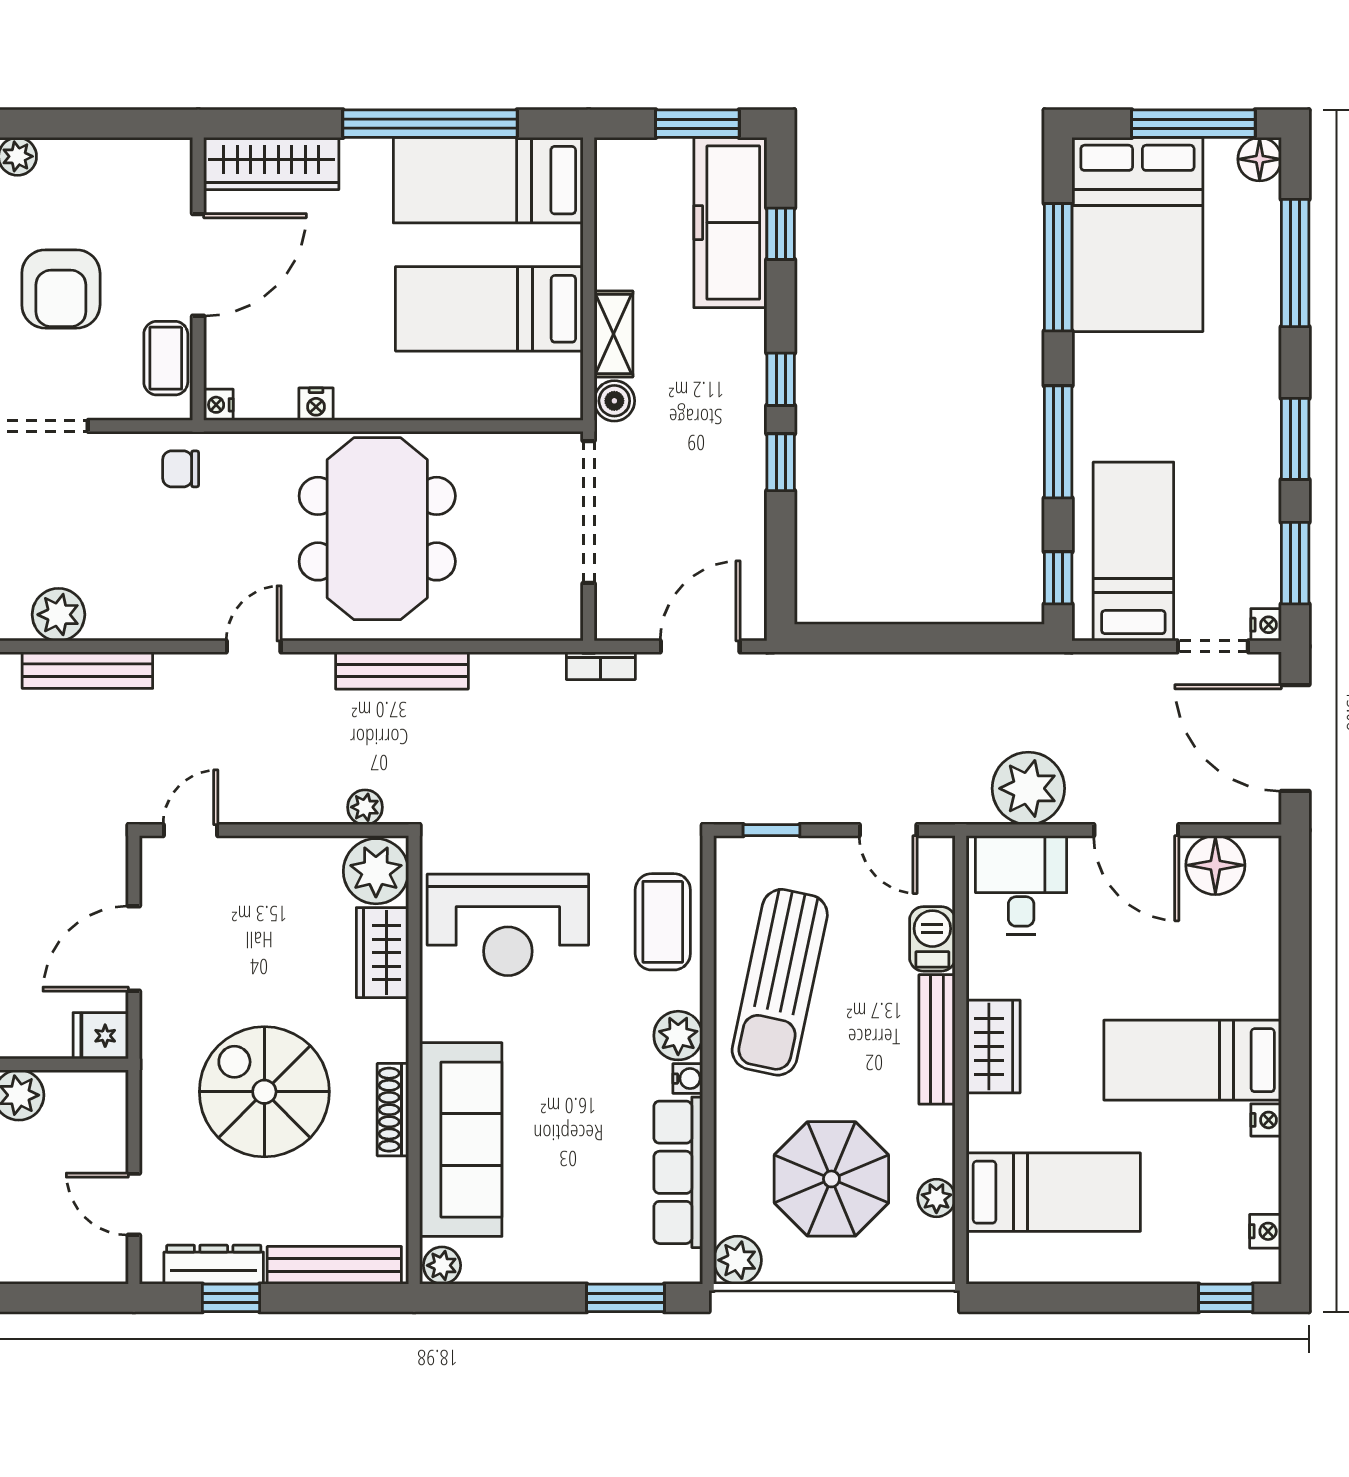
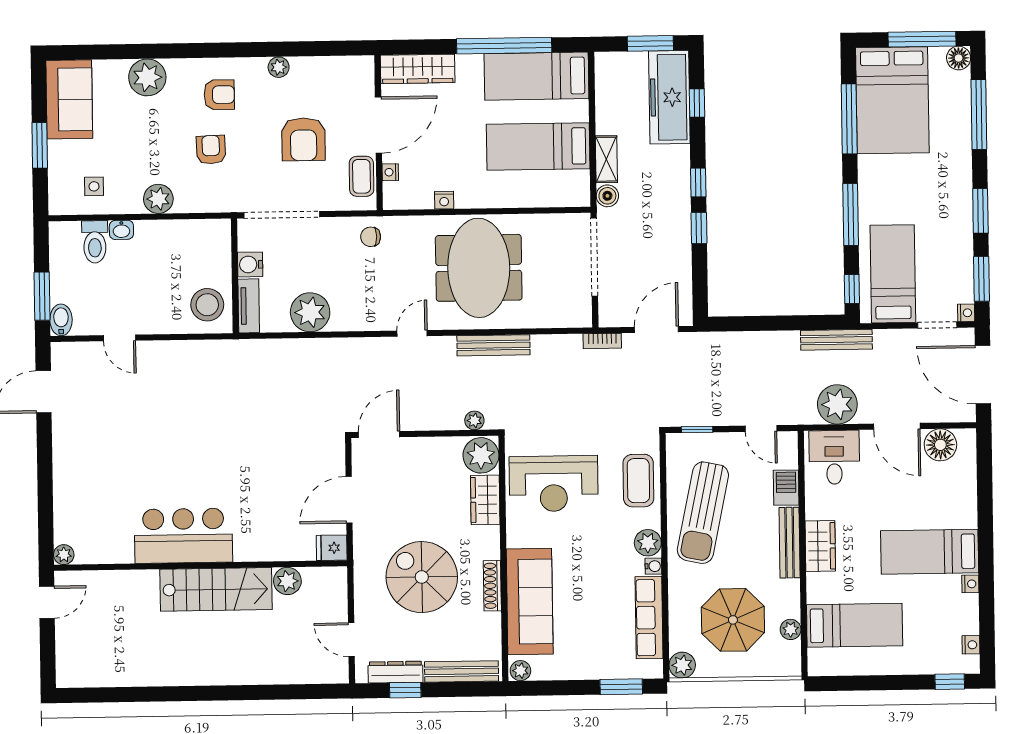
nightstand: (218, 405) -> (390, 172), moved
plant: (58, 615) -> (310, 312), width x1.36, depth x1.36
bench: (87, 670) -> (836, 340), moved
door: (190, 830) -> (379, 434), width x1.38

